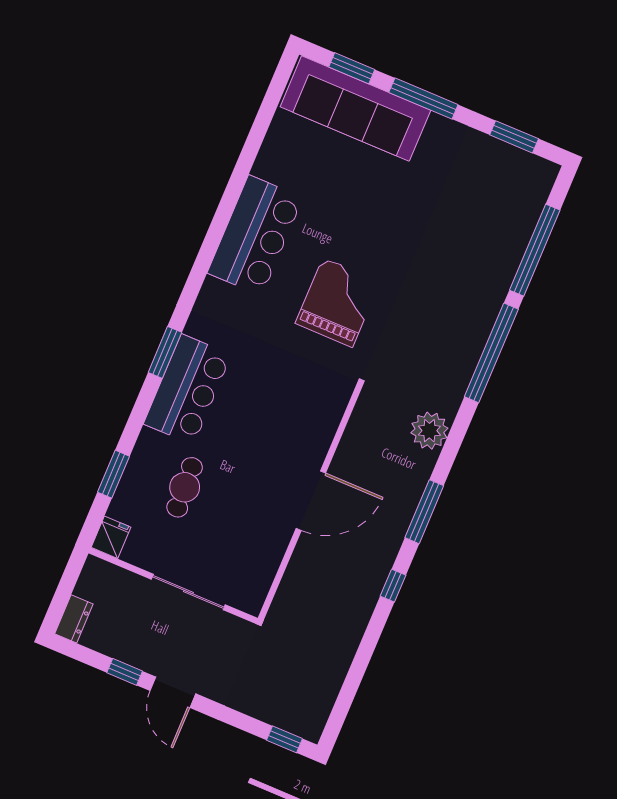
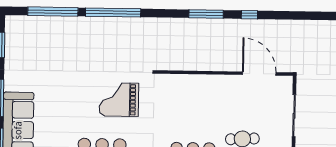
plant: (429, 431) -> (164, 28), removed
door: (311, 501) -> (259, 74), moved

